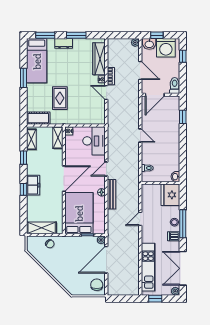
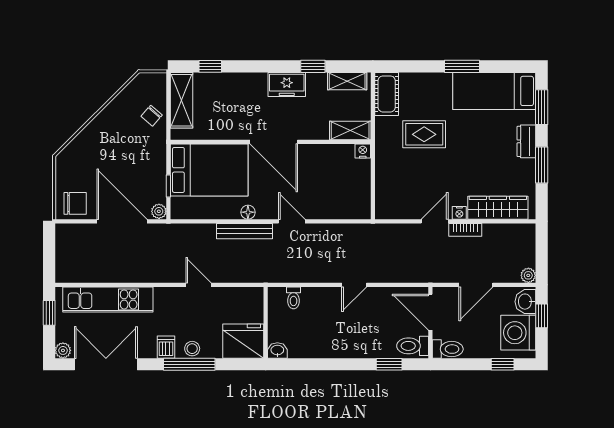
toilet: (173, 104) -> (413, 346), added
desk: (94, 141) -> (344, 198), removed
freezer: (33, 185) -> (287, 84), moved
window: (23, 189) -> (210, 66), moved

